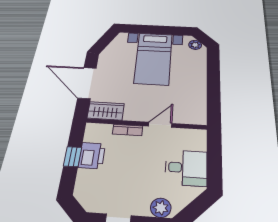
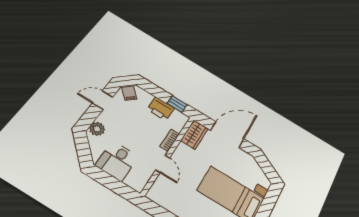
window: (73, 157) -> (177, 104), moved
filing cabinet: (89, 198) -> (129, 93), added

